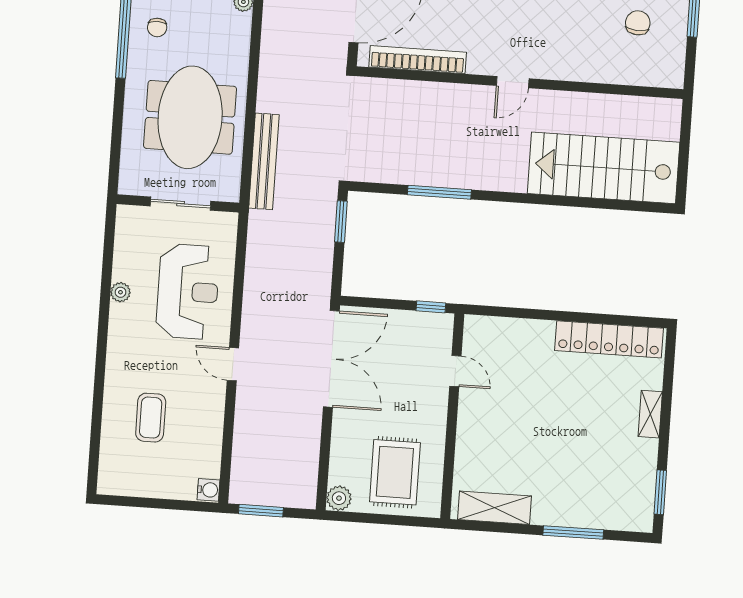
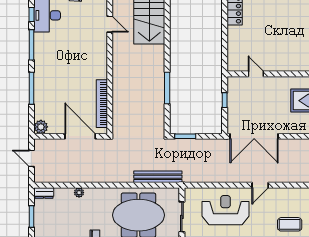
door: (513, 82) -> (110, 24), moved
window: (431, 307) -> (225, 100), moved
double door: (331, 359) -> (254, 136), swing flipped
door: (455, 371) -> (256, 74), hinge flipped

